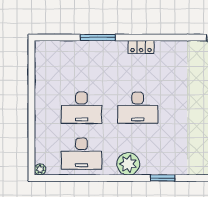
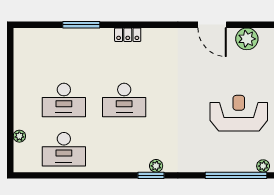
plant: (128, 164) -> (156, 166), moved, width x0.53, depth x0.53
plant: (40, 169) -> (19, 136), moved

